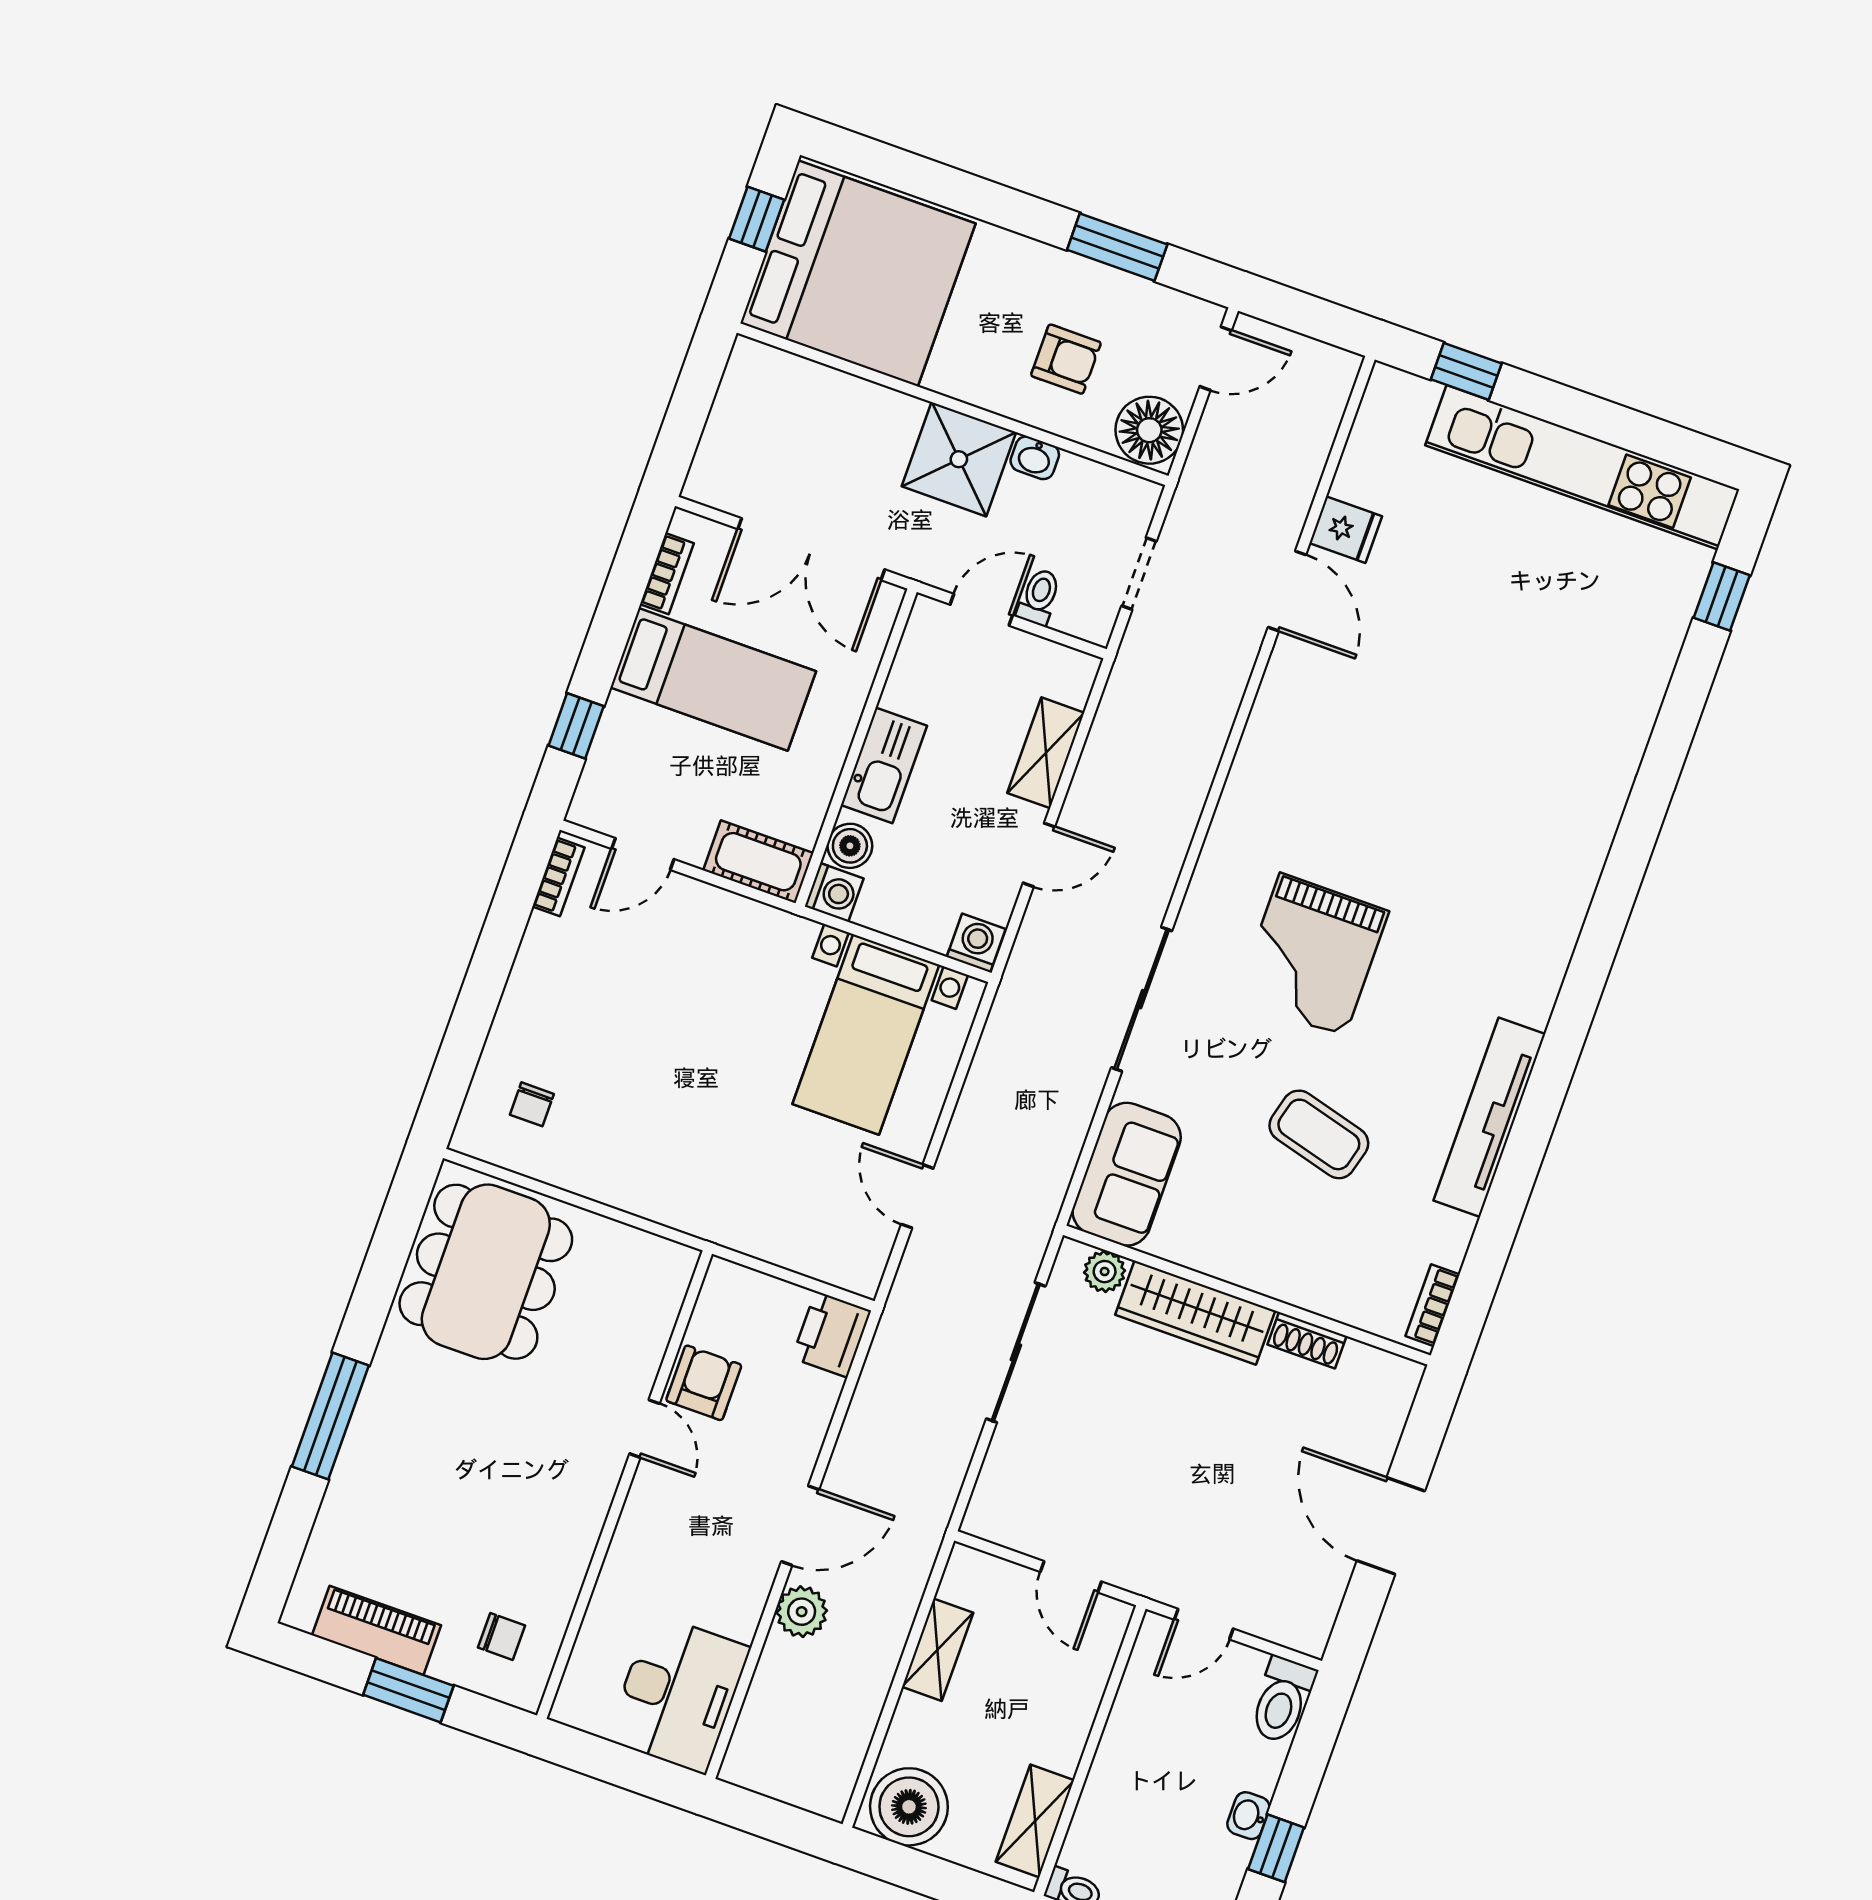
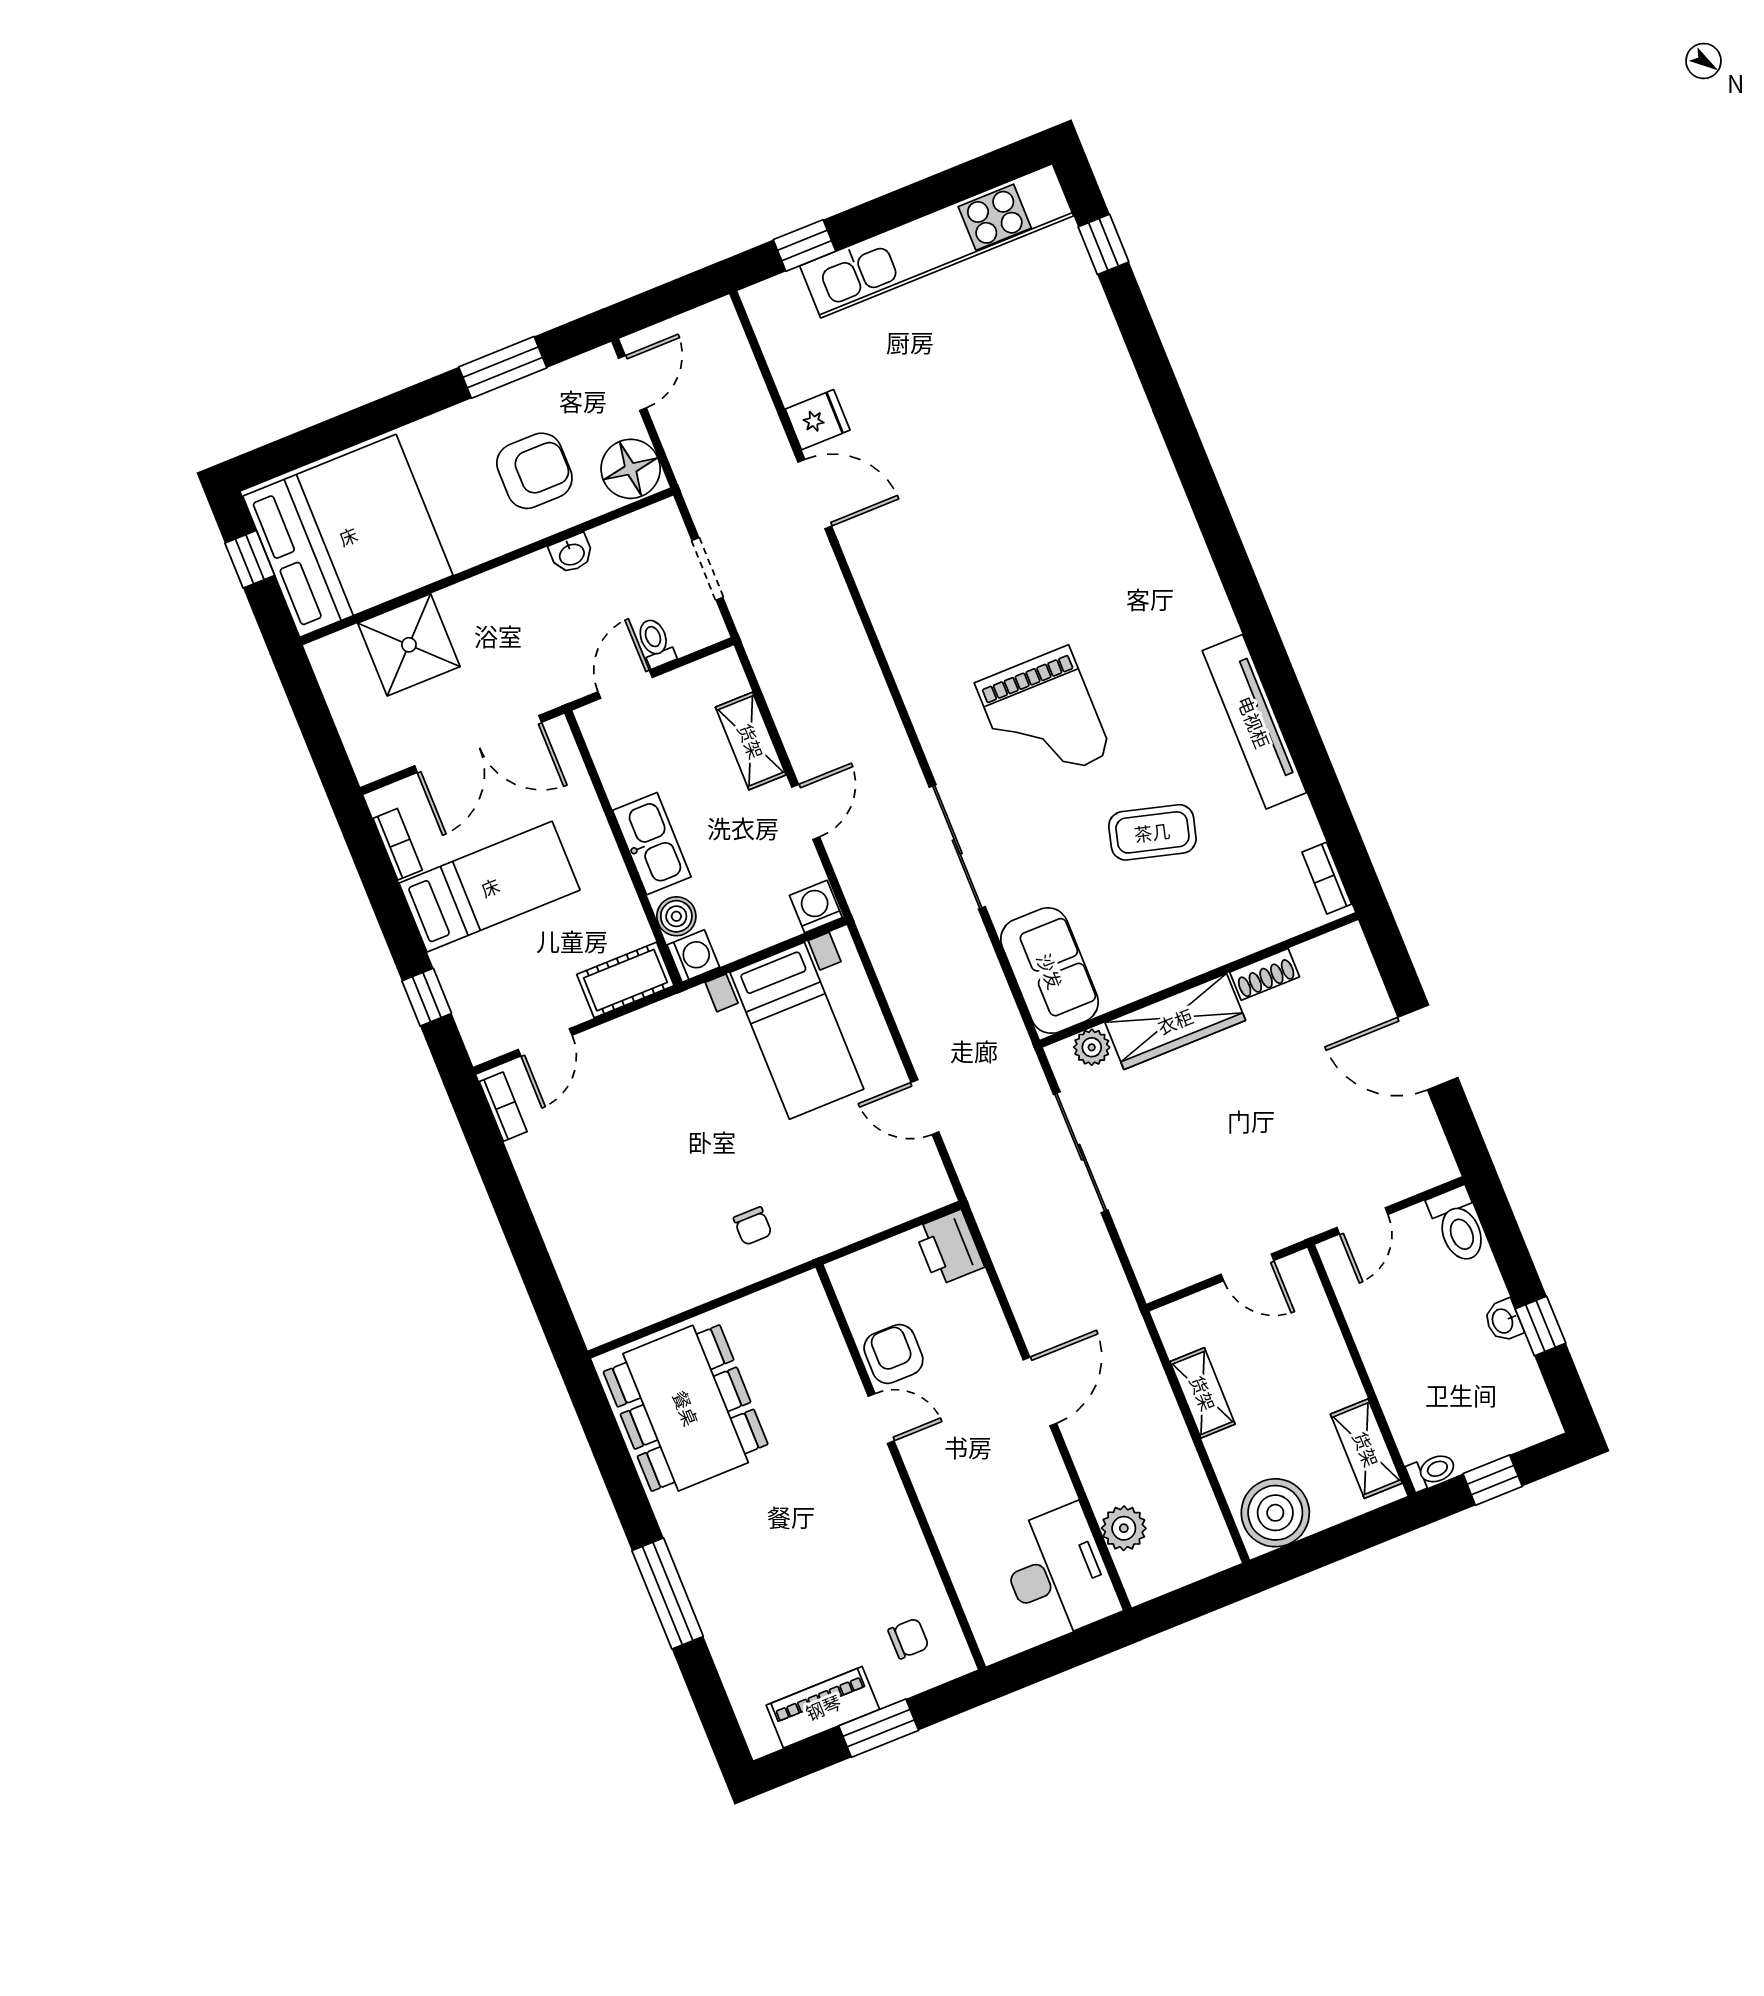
armchair: (1066, 359) -> (534, 471), width x1.38, depth x1.38
shower: (959, 459) -> (409, 645), moved
chair: (532, 1104) -> (753, 1226), moved
plant: (802, 1612) -> (1124, 1528), moved

